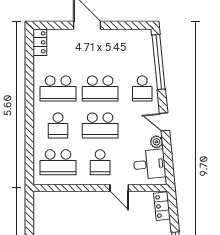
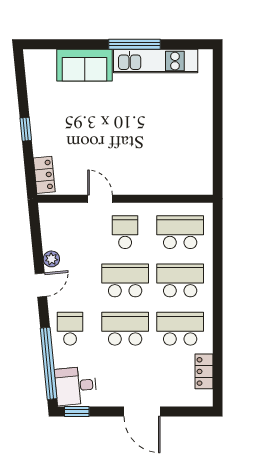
window: (137, 25) -> (77, 411), added
locker: (40, 42) -> (204, 371), moved
door: (164, 122) -> (41, 285), hinge flipped
school desk: (58, 125) -> (180, 280), width x1.85
desk: (149, 164) -> (76, 386), moved

